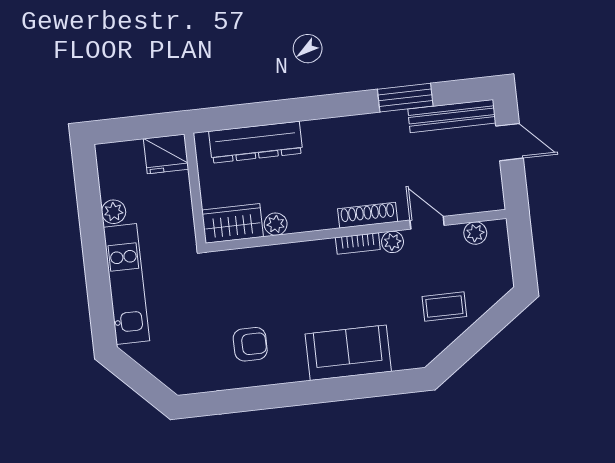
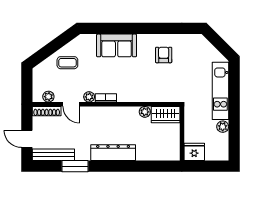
dresser: (256, 142) -> (113, 153), moved
shoe rack: (368, 215) -> (47, 111), moved
armchair: (250, 344) -> (164, 55), turned 90

